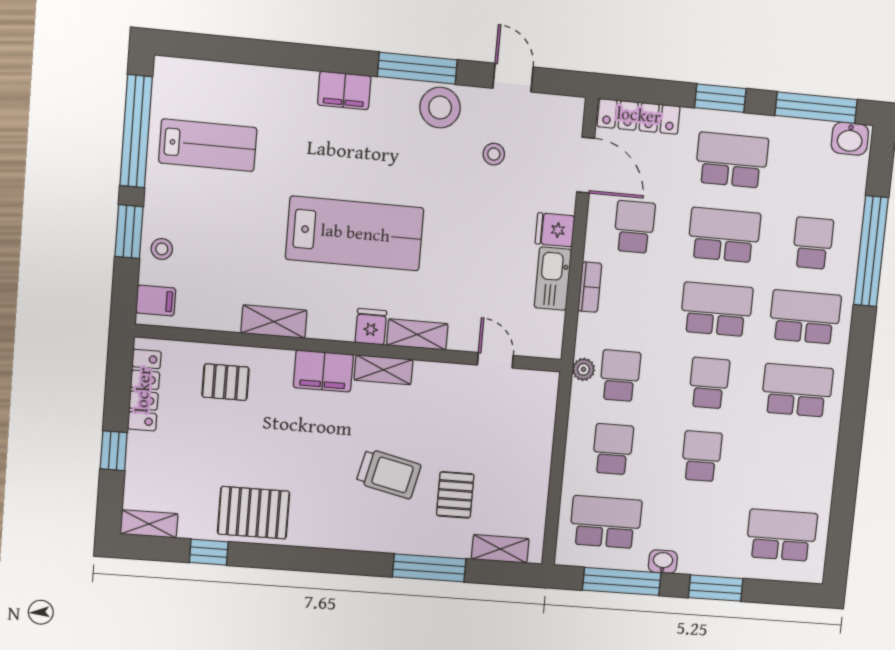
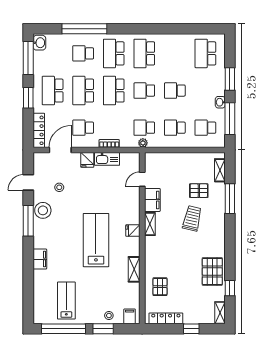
filing cabinet: (344, 90) -> (40, 259), moved
shelving: (417, 335) -> (134, 212), removed
filing cabinet: (323, 371) -> (152, 200), moved
school desk: (606, 522) -> (205, 128), width x0.54

